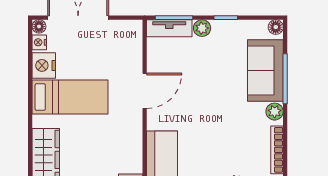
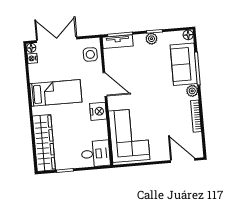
plant: (202, 28) -> (151, 39), moved
side table: (127, 44) -> (90, 54), added
nightstand: (44, 65) -> (98, 111), moved, turned 180
door: (145, 91) -> (105, 85), hinge flipped

